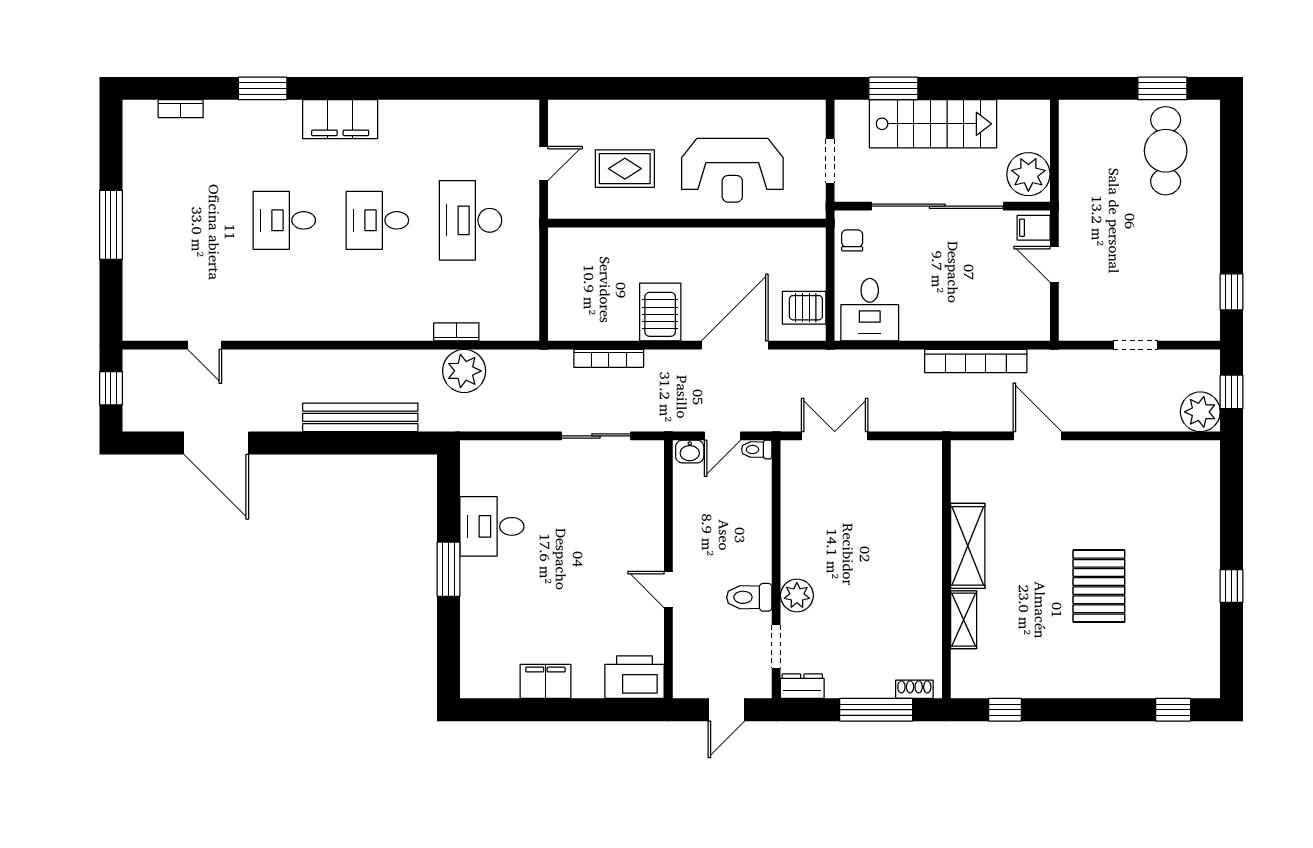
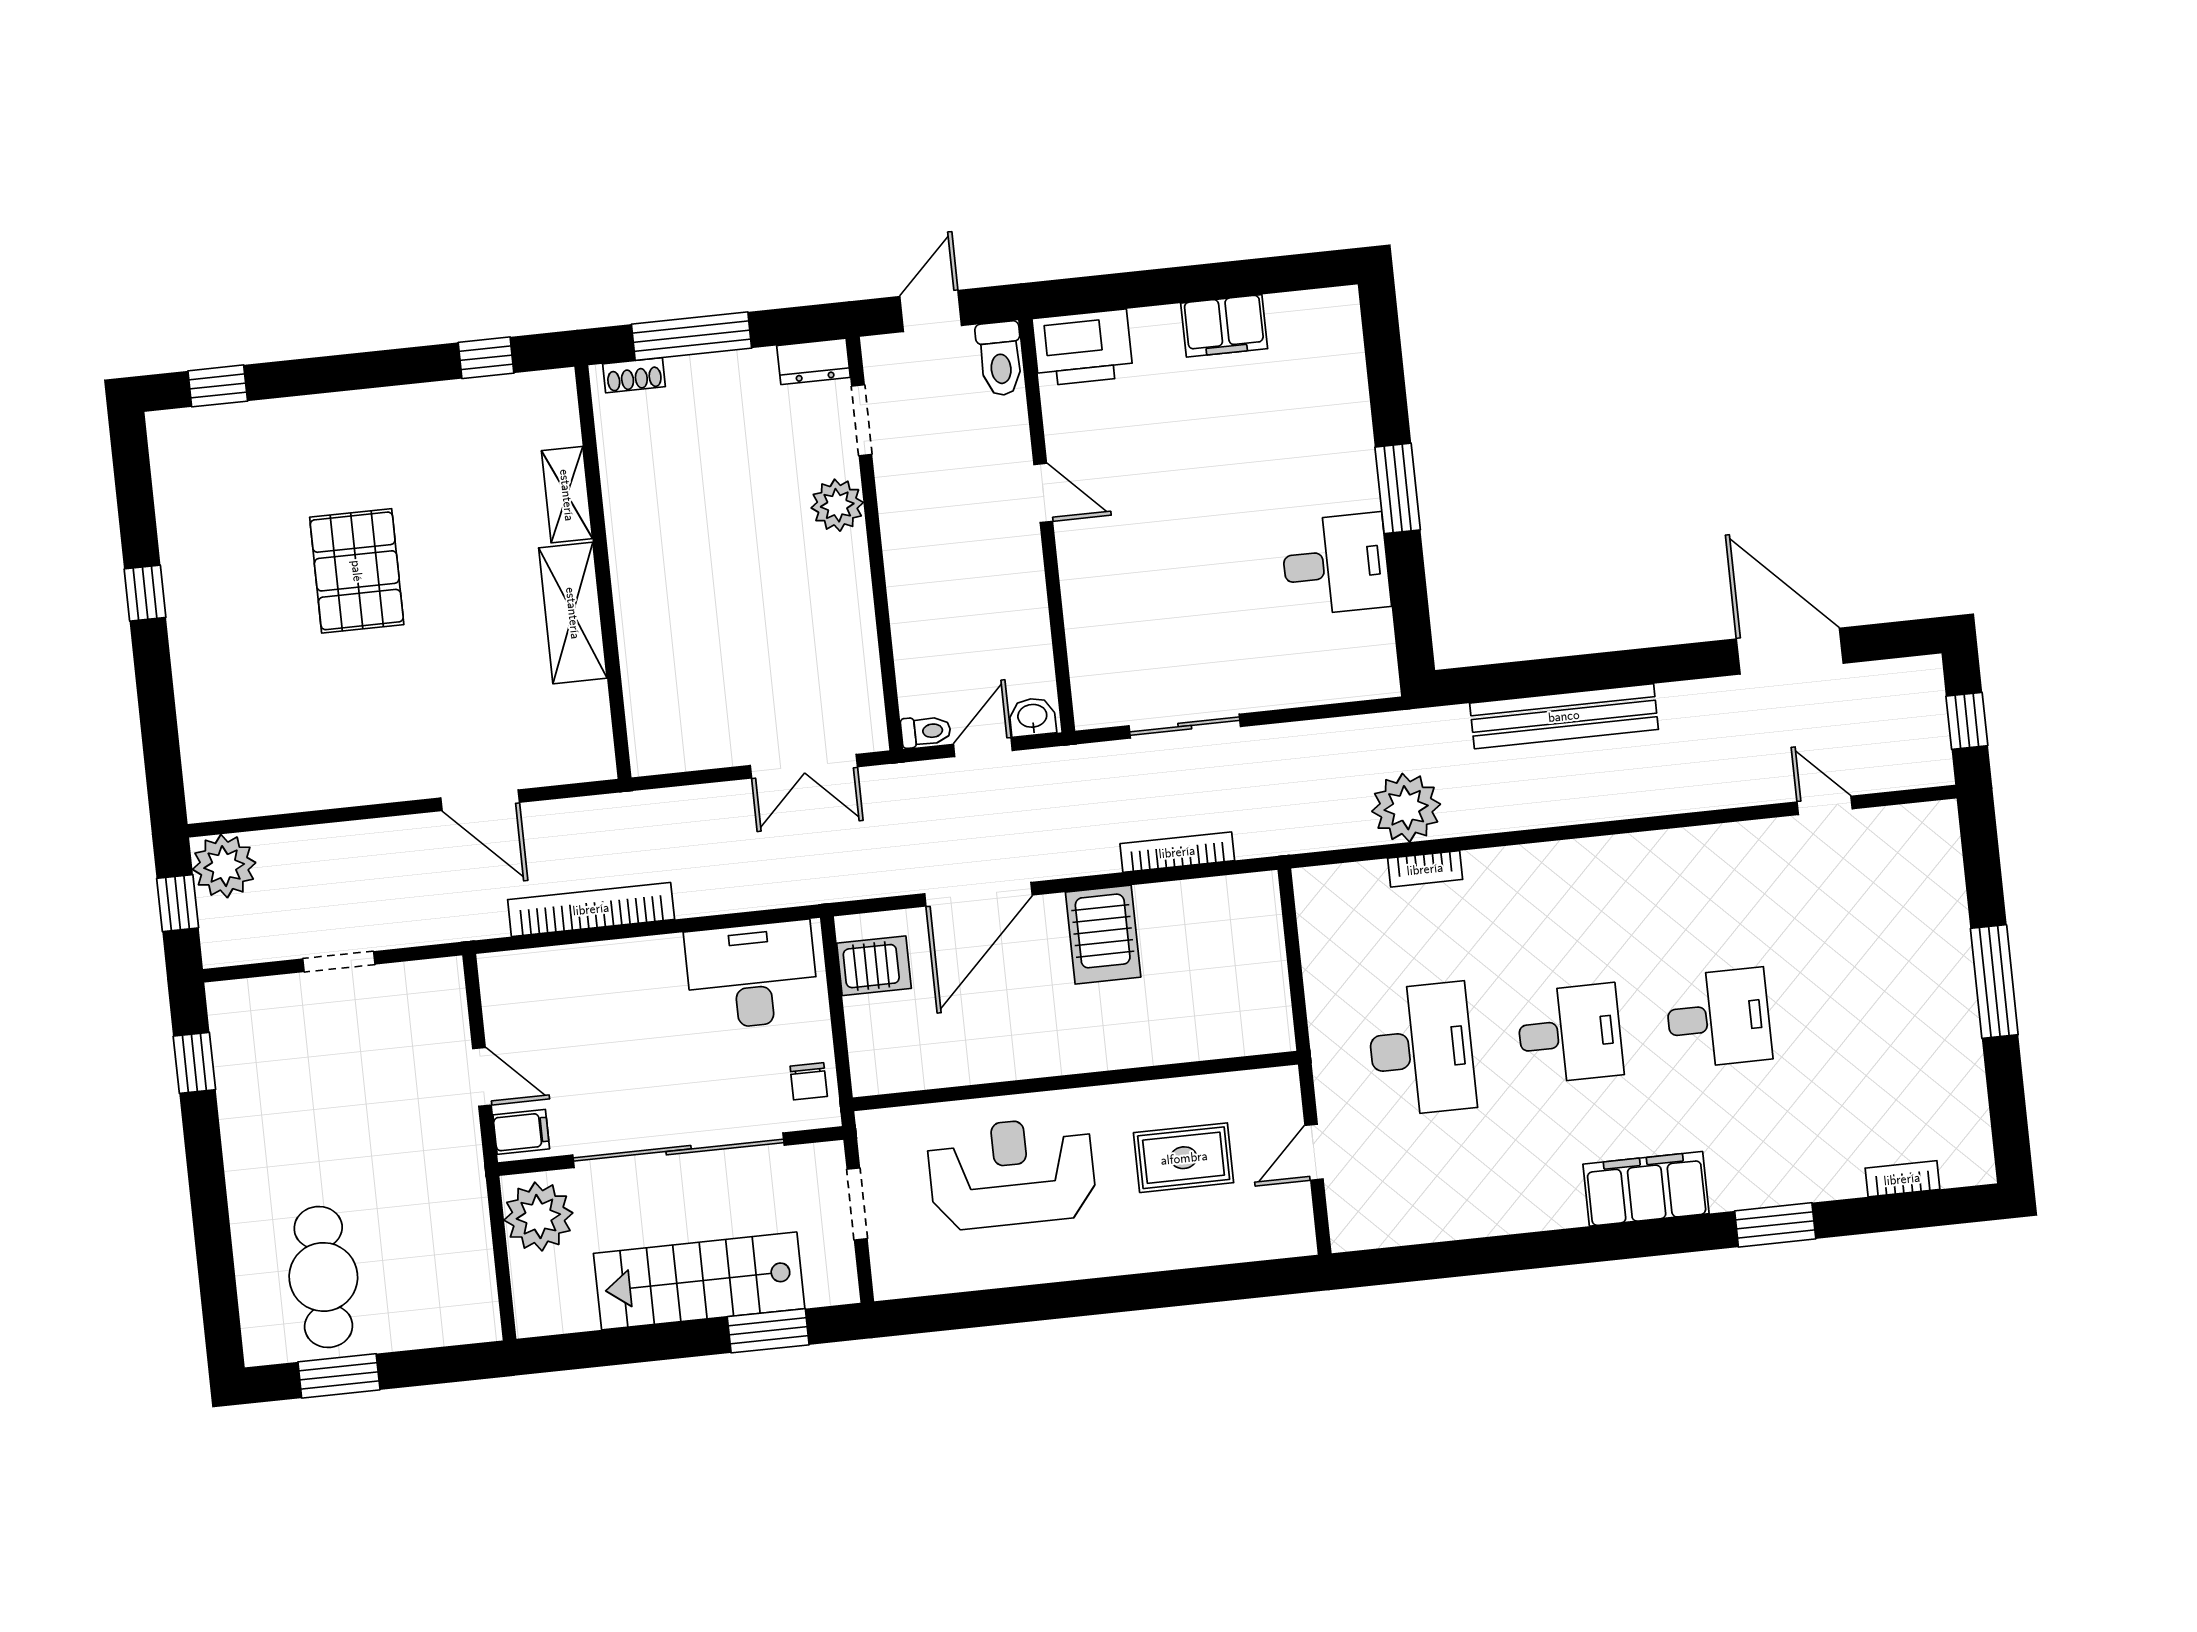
desk: (870, 310) -> (752, 975), width x1.37
toilet: (749, 597) -> (1000, 359), moved, turned 90

